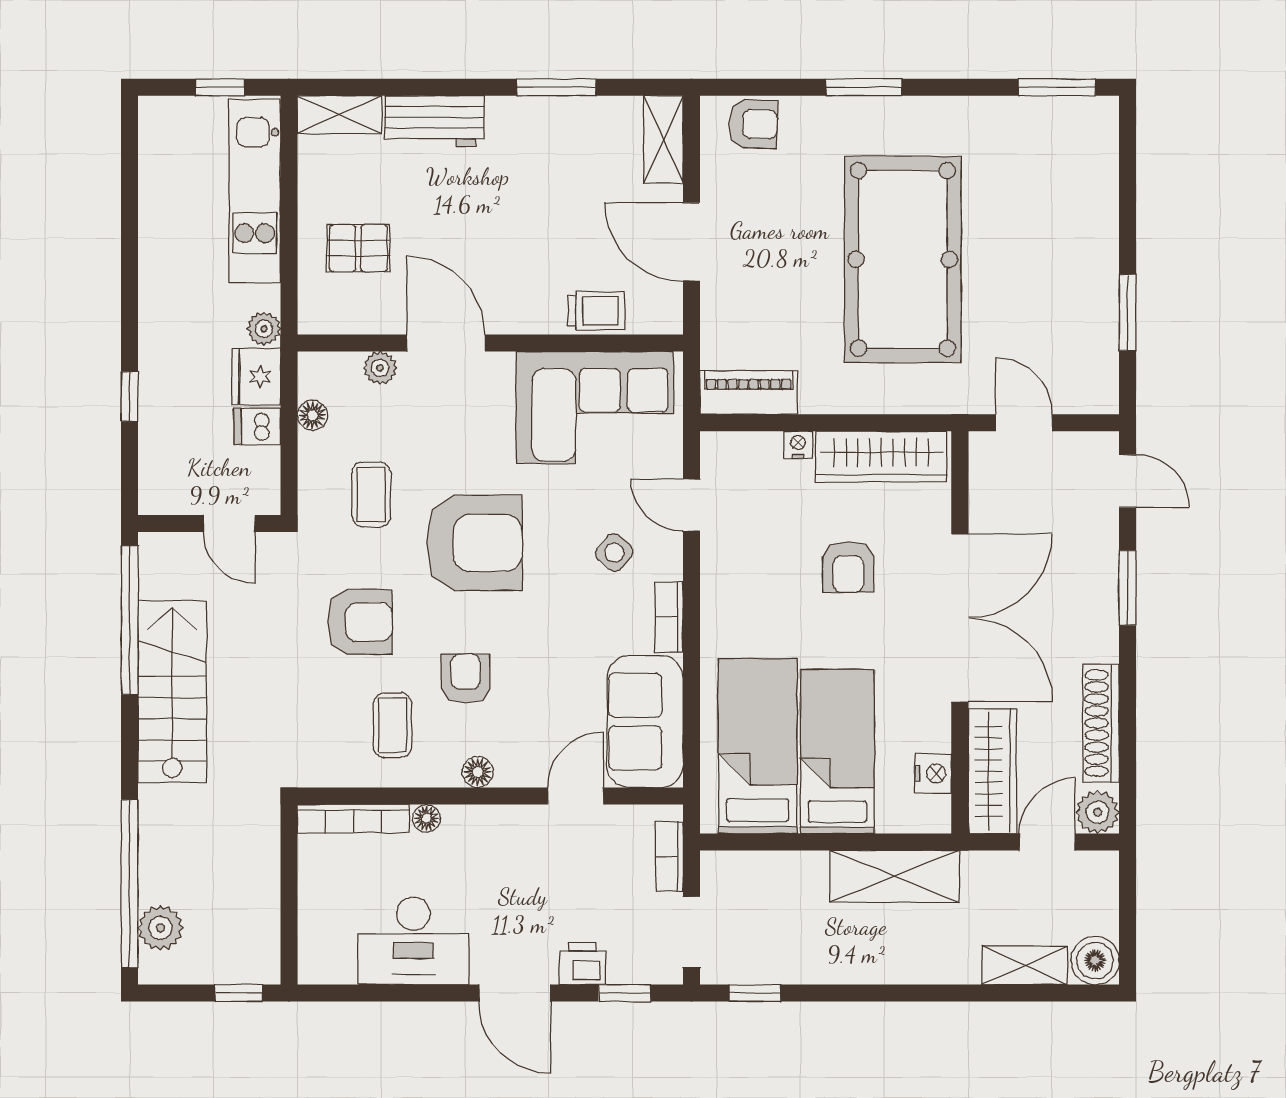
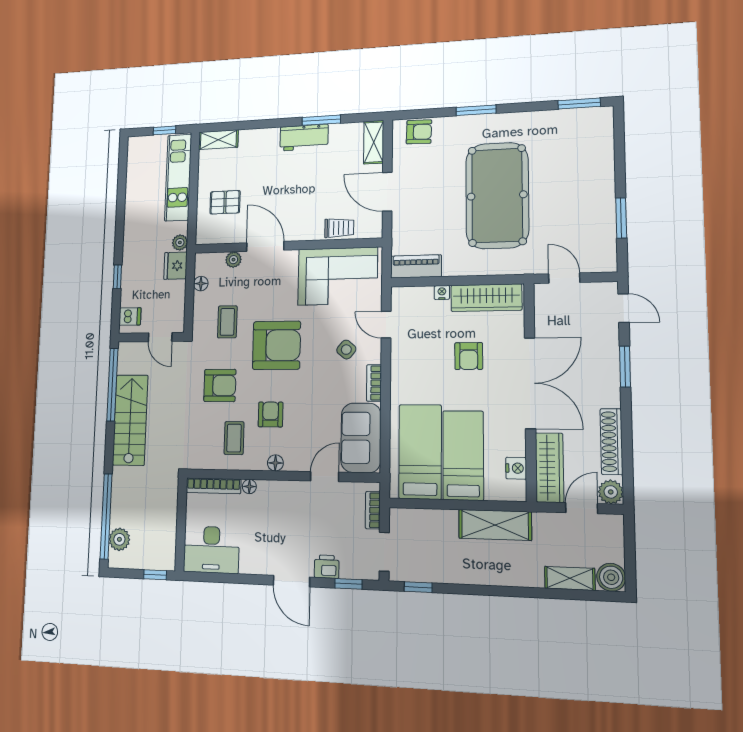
workbench: (434, 121) -> (304, 138), moved
dishwasher: (257, 426) -> (130, 316), moved, turned 180
desk: (413, 941) -> (211, 550), moved

